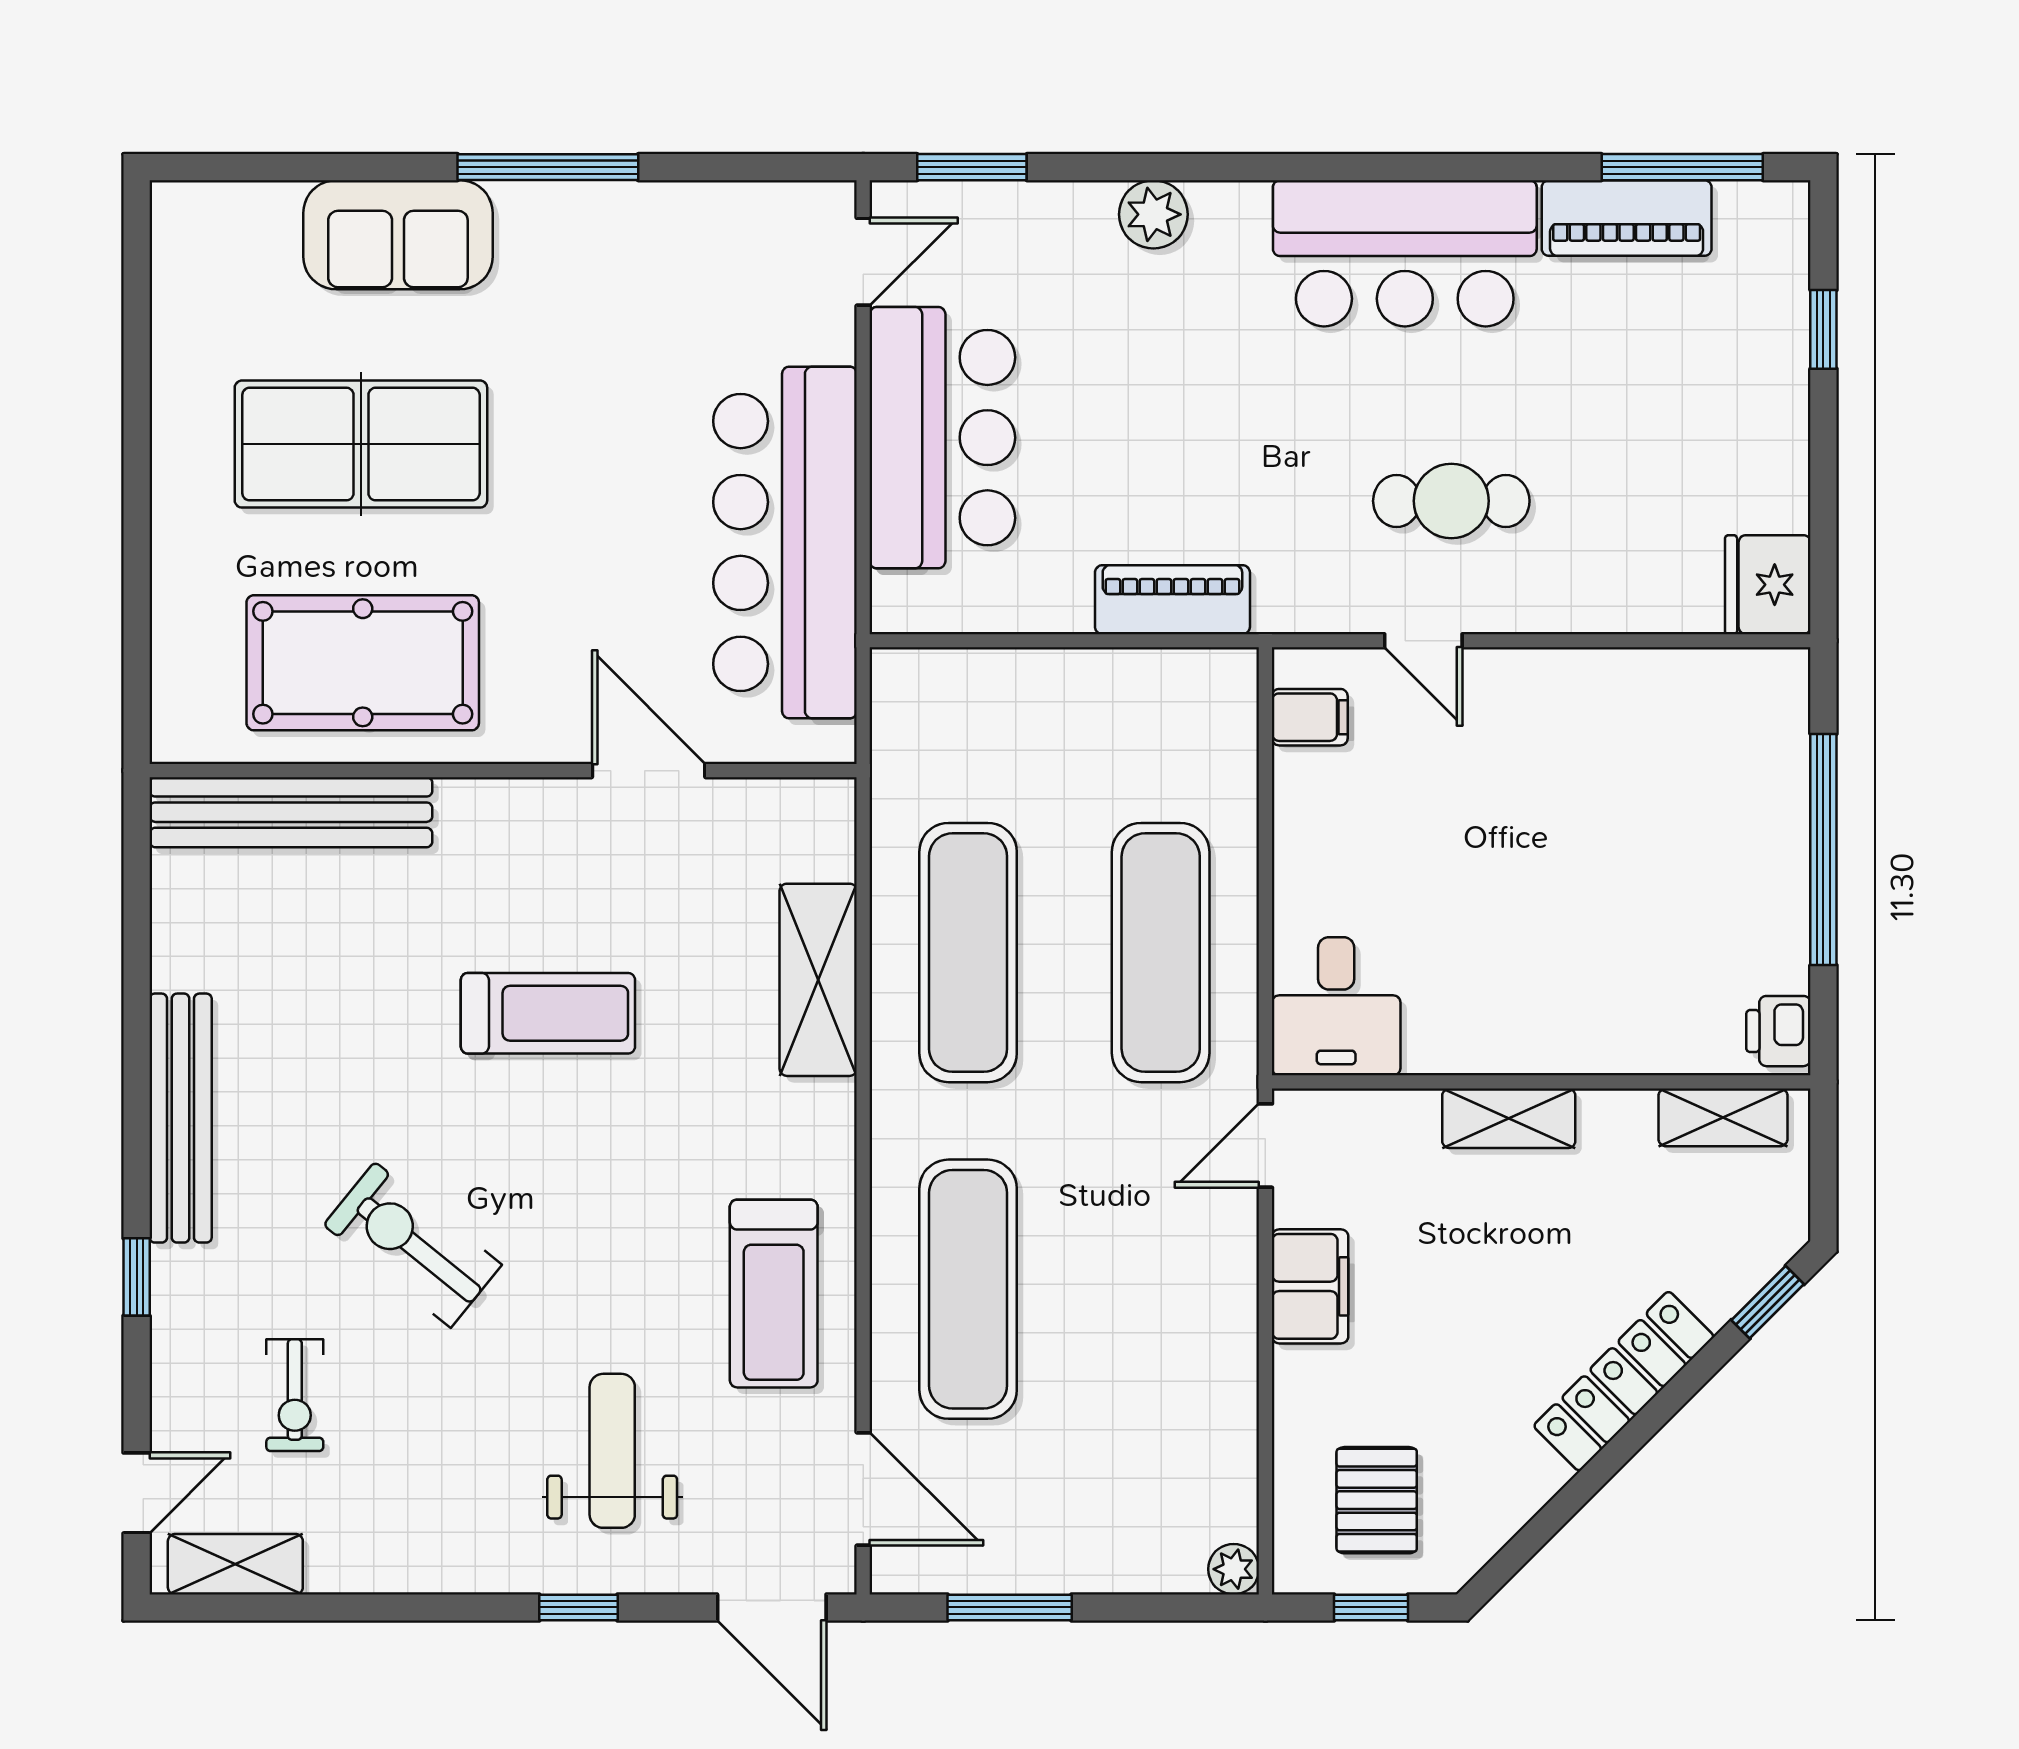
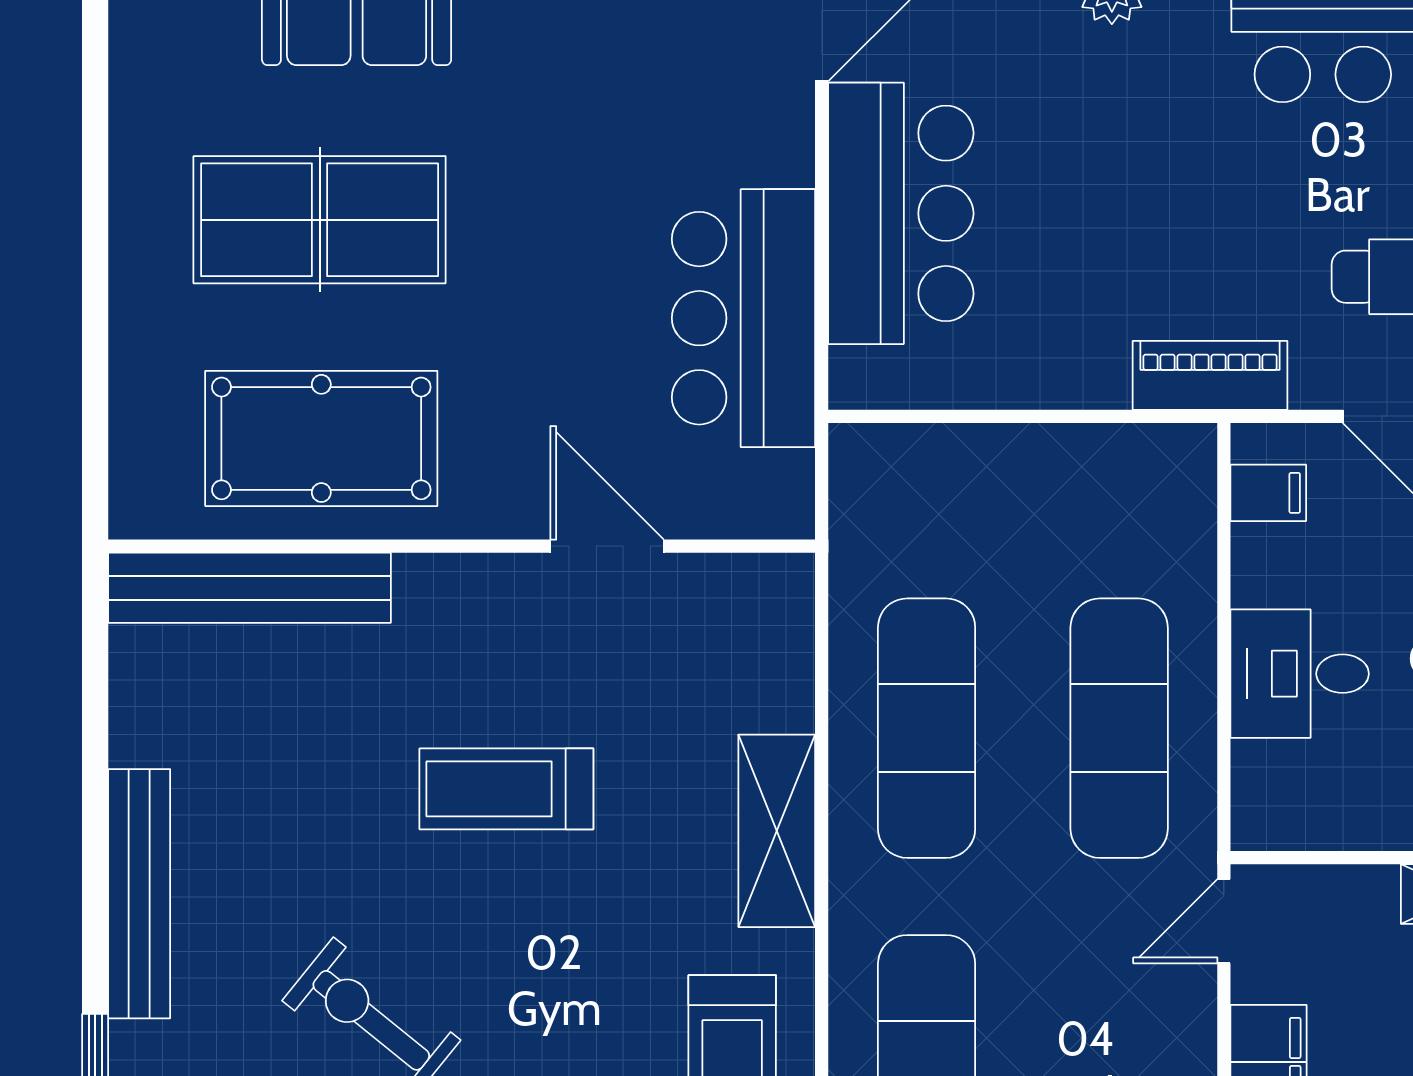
bar counter: (785, 542) -> (744, 318), width x0.73
piano: (1172, 600) -> (1210, 375), moved
shelving: (818, 980) -> (777, 831), moved
desk: (1336, 1006) -> (1300, 674), moved, turned 90
treadmill: (548, 1013) -> (506, 789), turned 180

